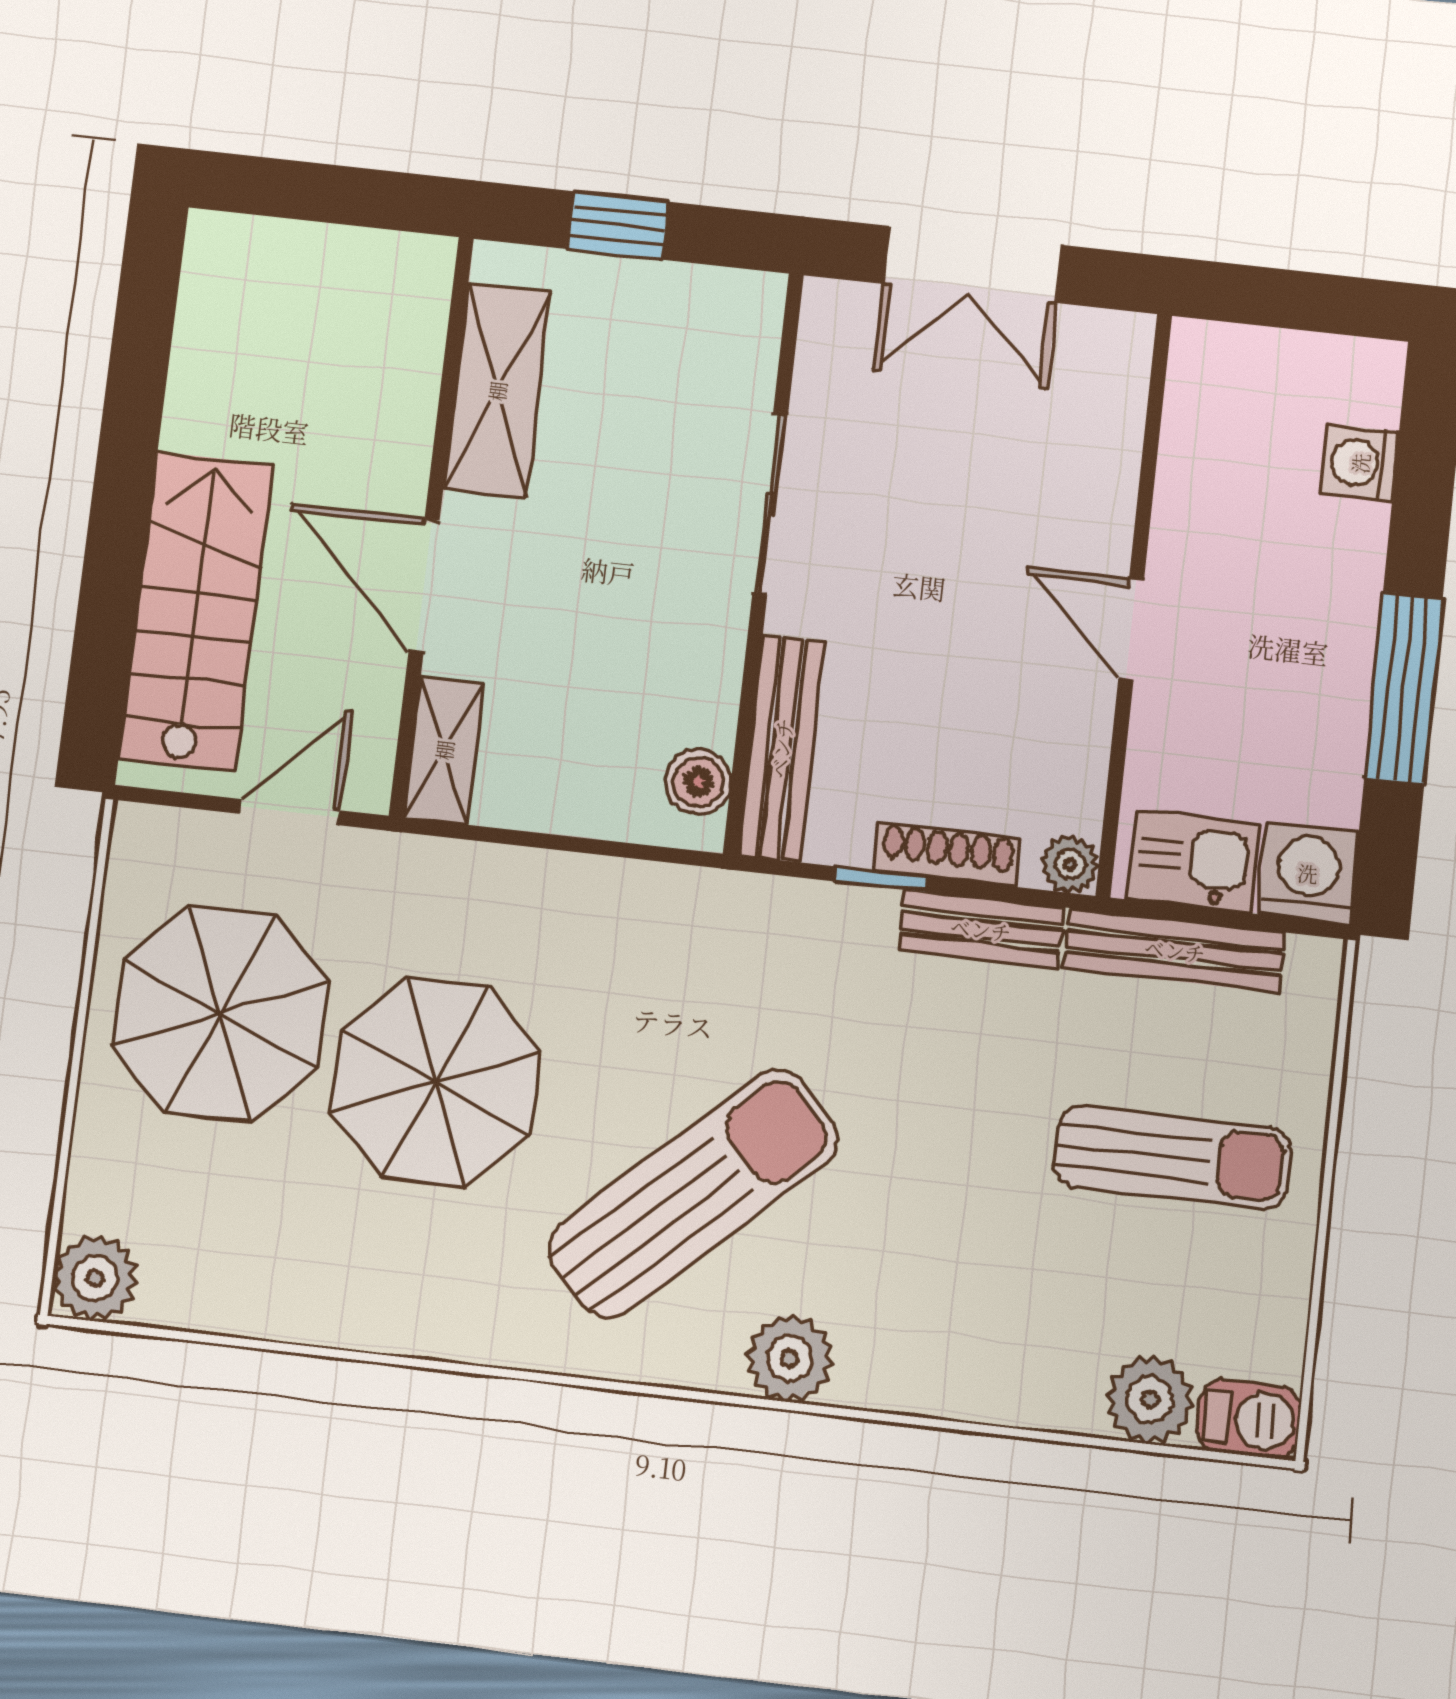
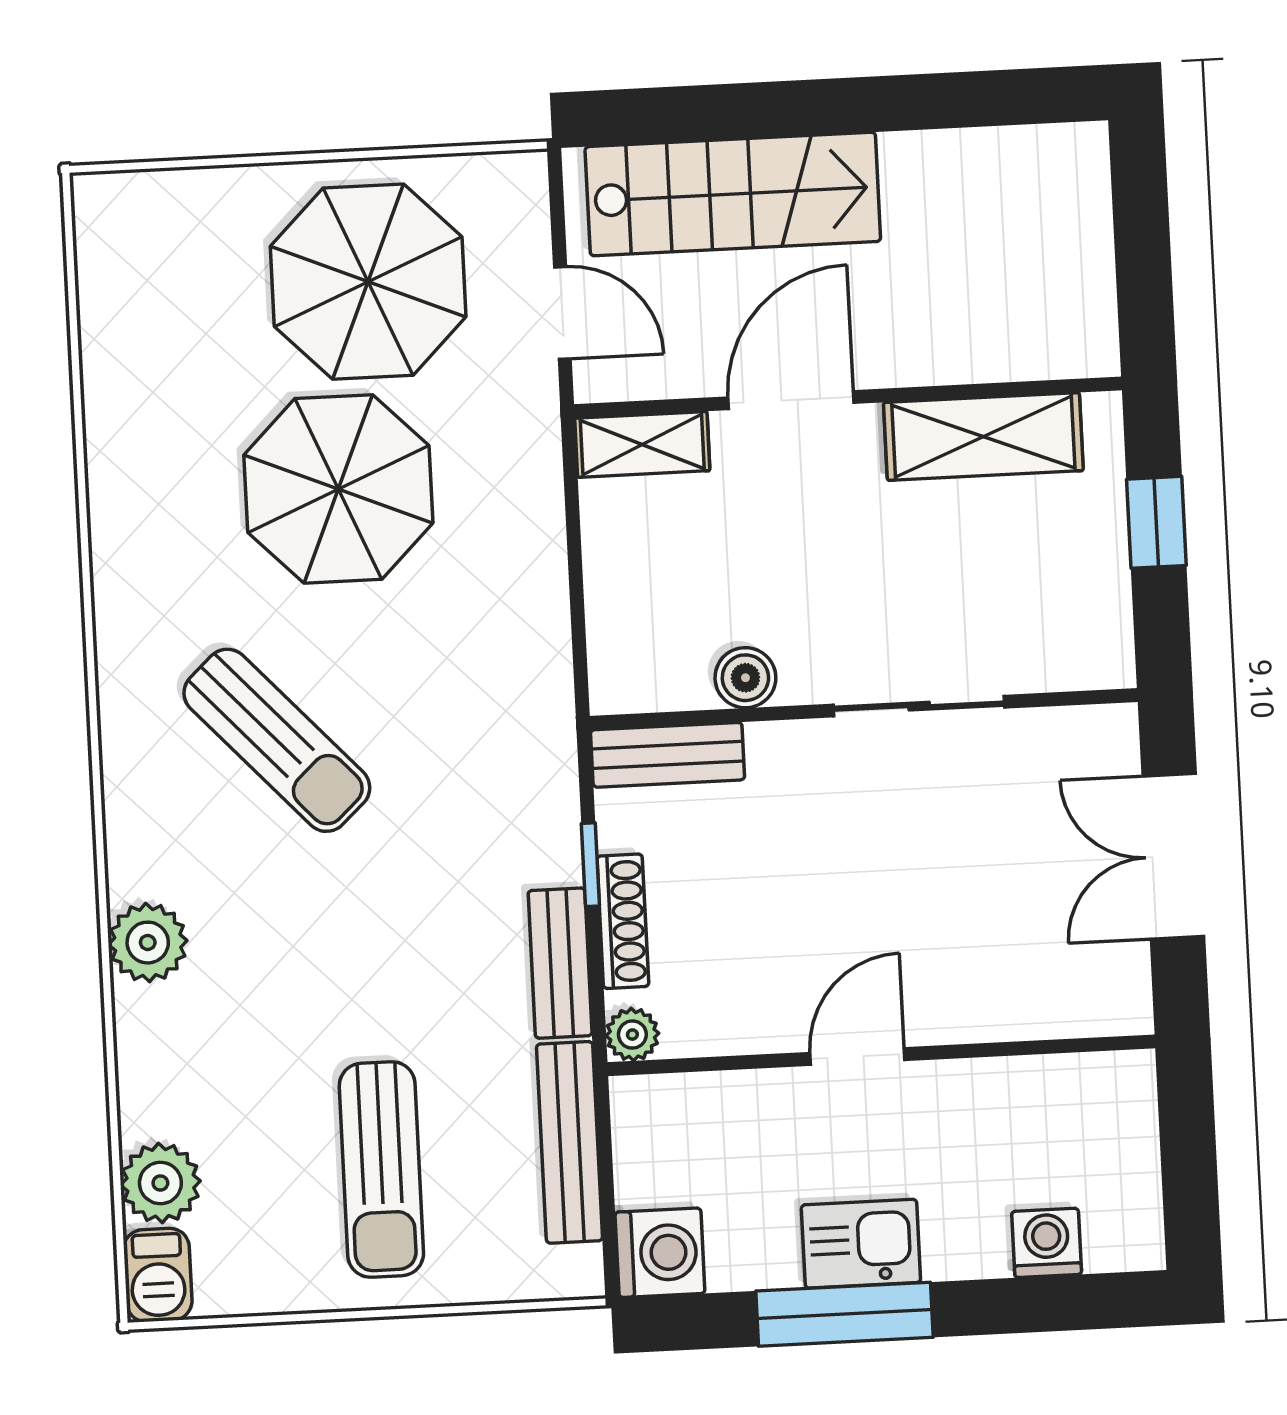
bench: (781, 748) -> (668, 755), width x0.73
boiler: (698, 782) -> (745, 678), moved
kitchen sink: (1194, 862) -> (861, 1244), moved, turned -90
sun lounger: (693, 1193) -> (277, 740), width x0.73, depth x0.75
plant: (95, 1278) -> (110, 210), removed
plant: (790, 1358) -> (148, 943), moved

